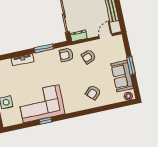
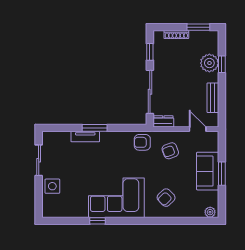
door: (106, 36) -> (198, 129), hinge flipped
window: (44, 48) -> (95, 128), moved
sofa: (122, 76) -> (208, 171), moved
corner sofa: (41, 104) -> (116, 198), moved

